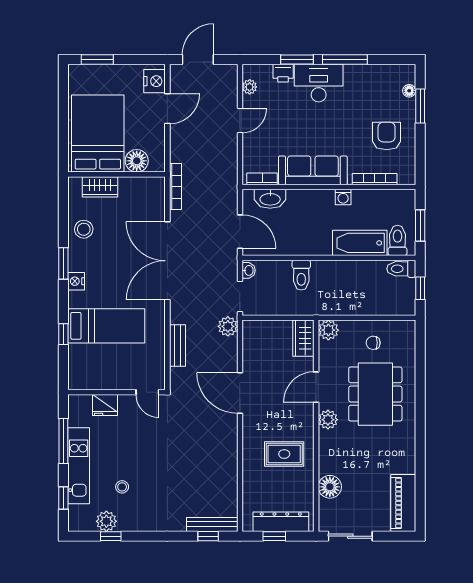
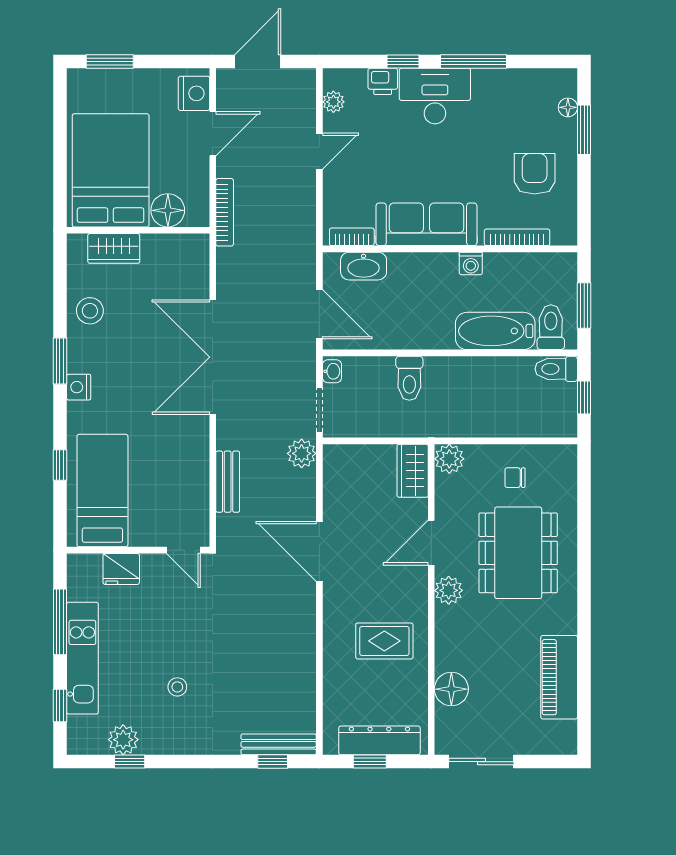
window: (297, 59) -> (403, 61), width x0.67
bookcase: (175, 187) -> (225, 212), moved
bed: (106, 326) -> (102, 491), moved, turned -90
stool: (122, 487) -> (177, 687), moved
piano: (403, 503) -> (559, 677), moved

